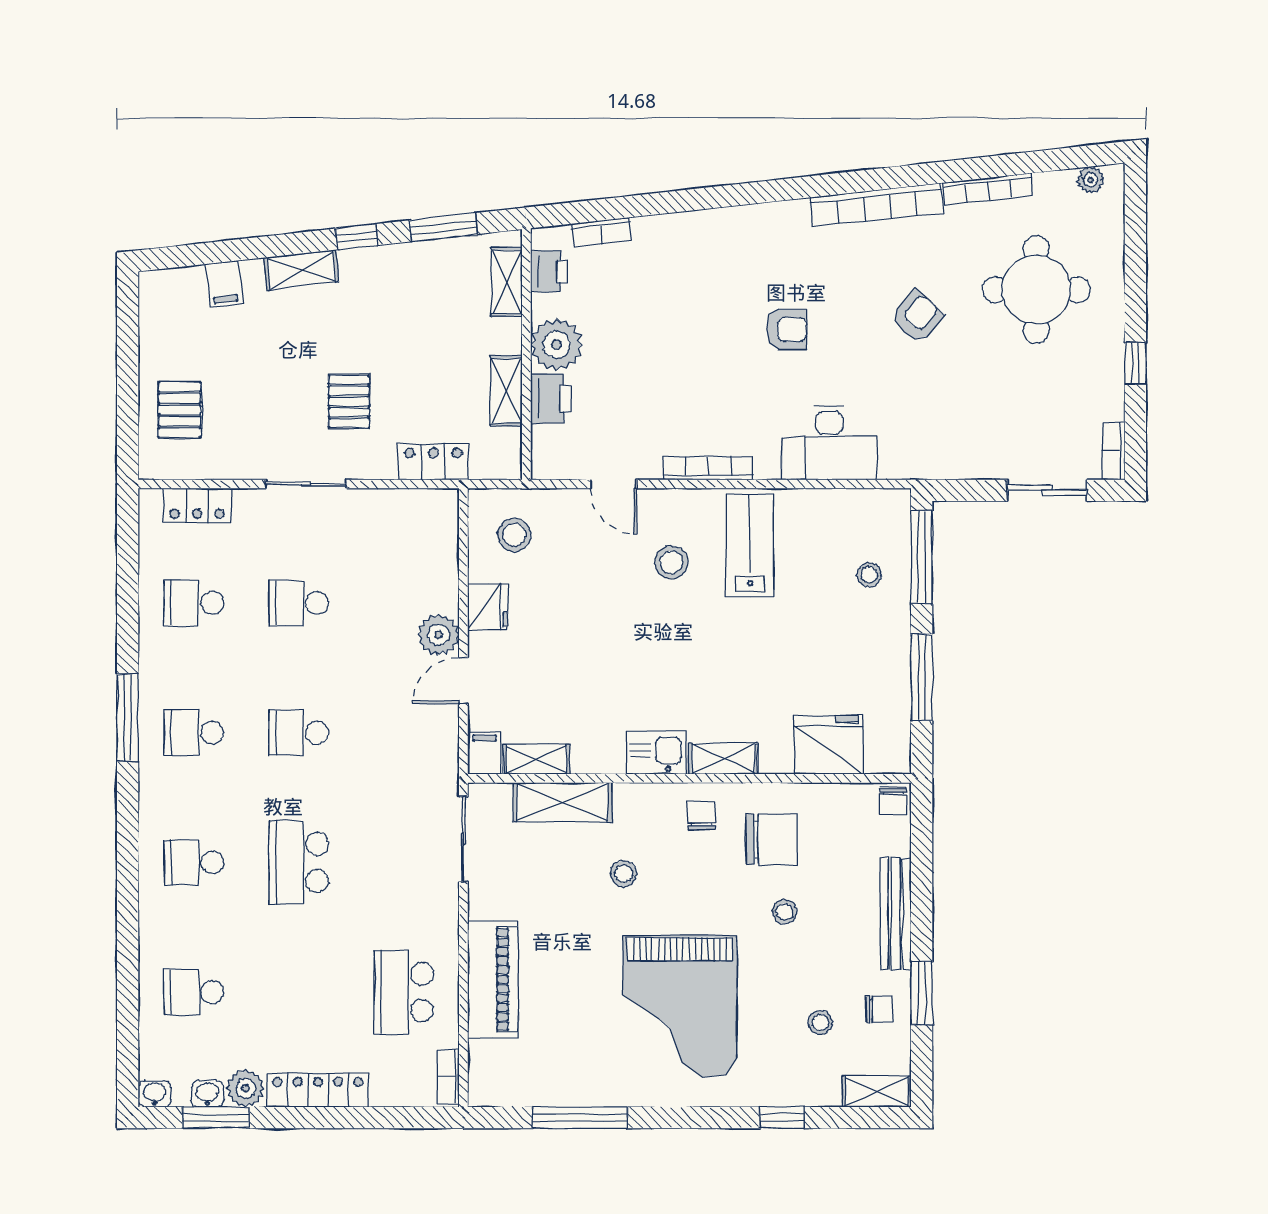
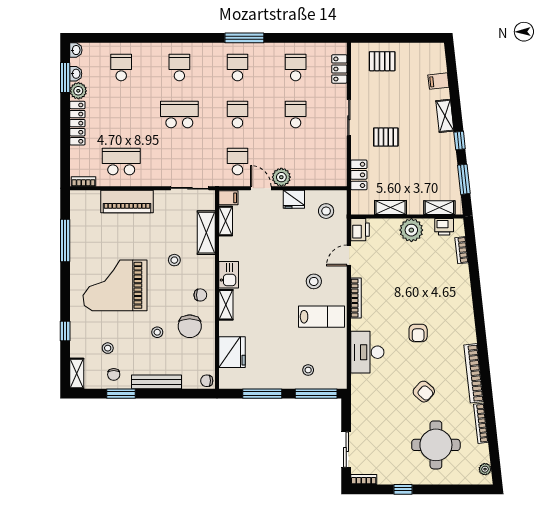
printer: (551, 398) -> (360, 230), moved, turned -90
school desk: (404, 733) -> (237, 162), added

